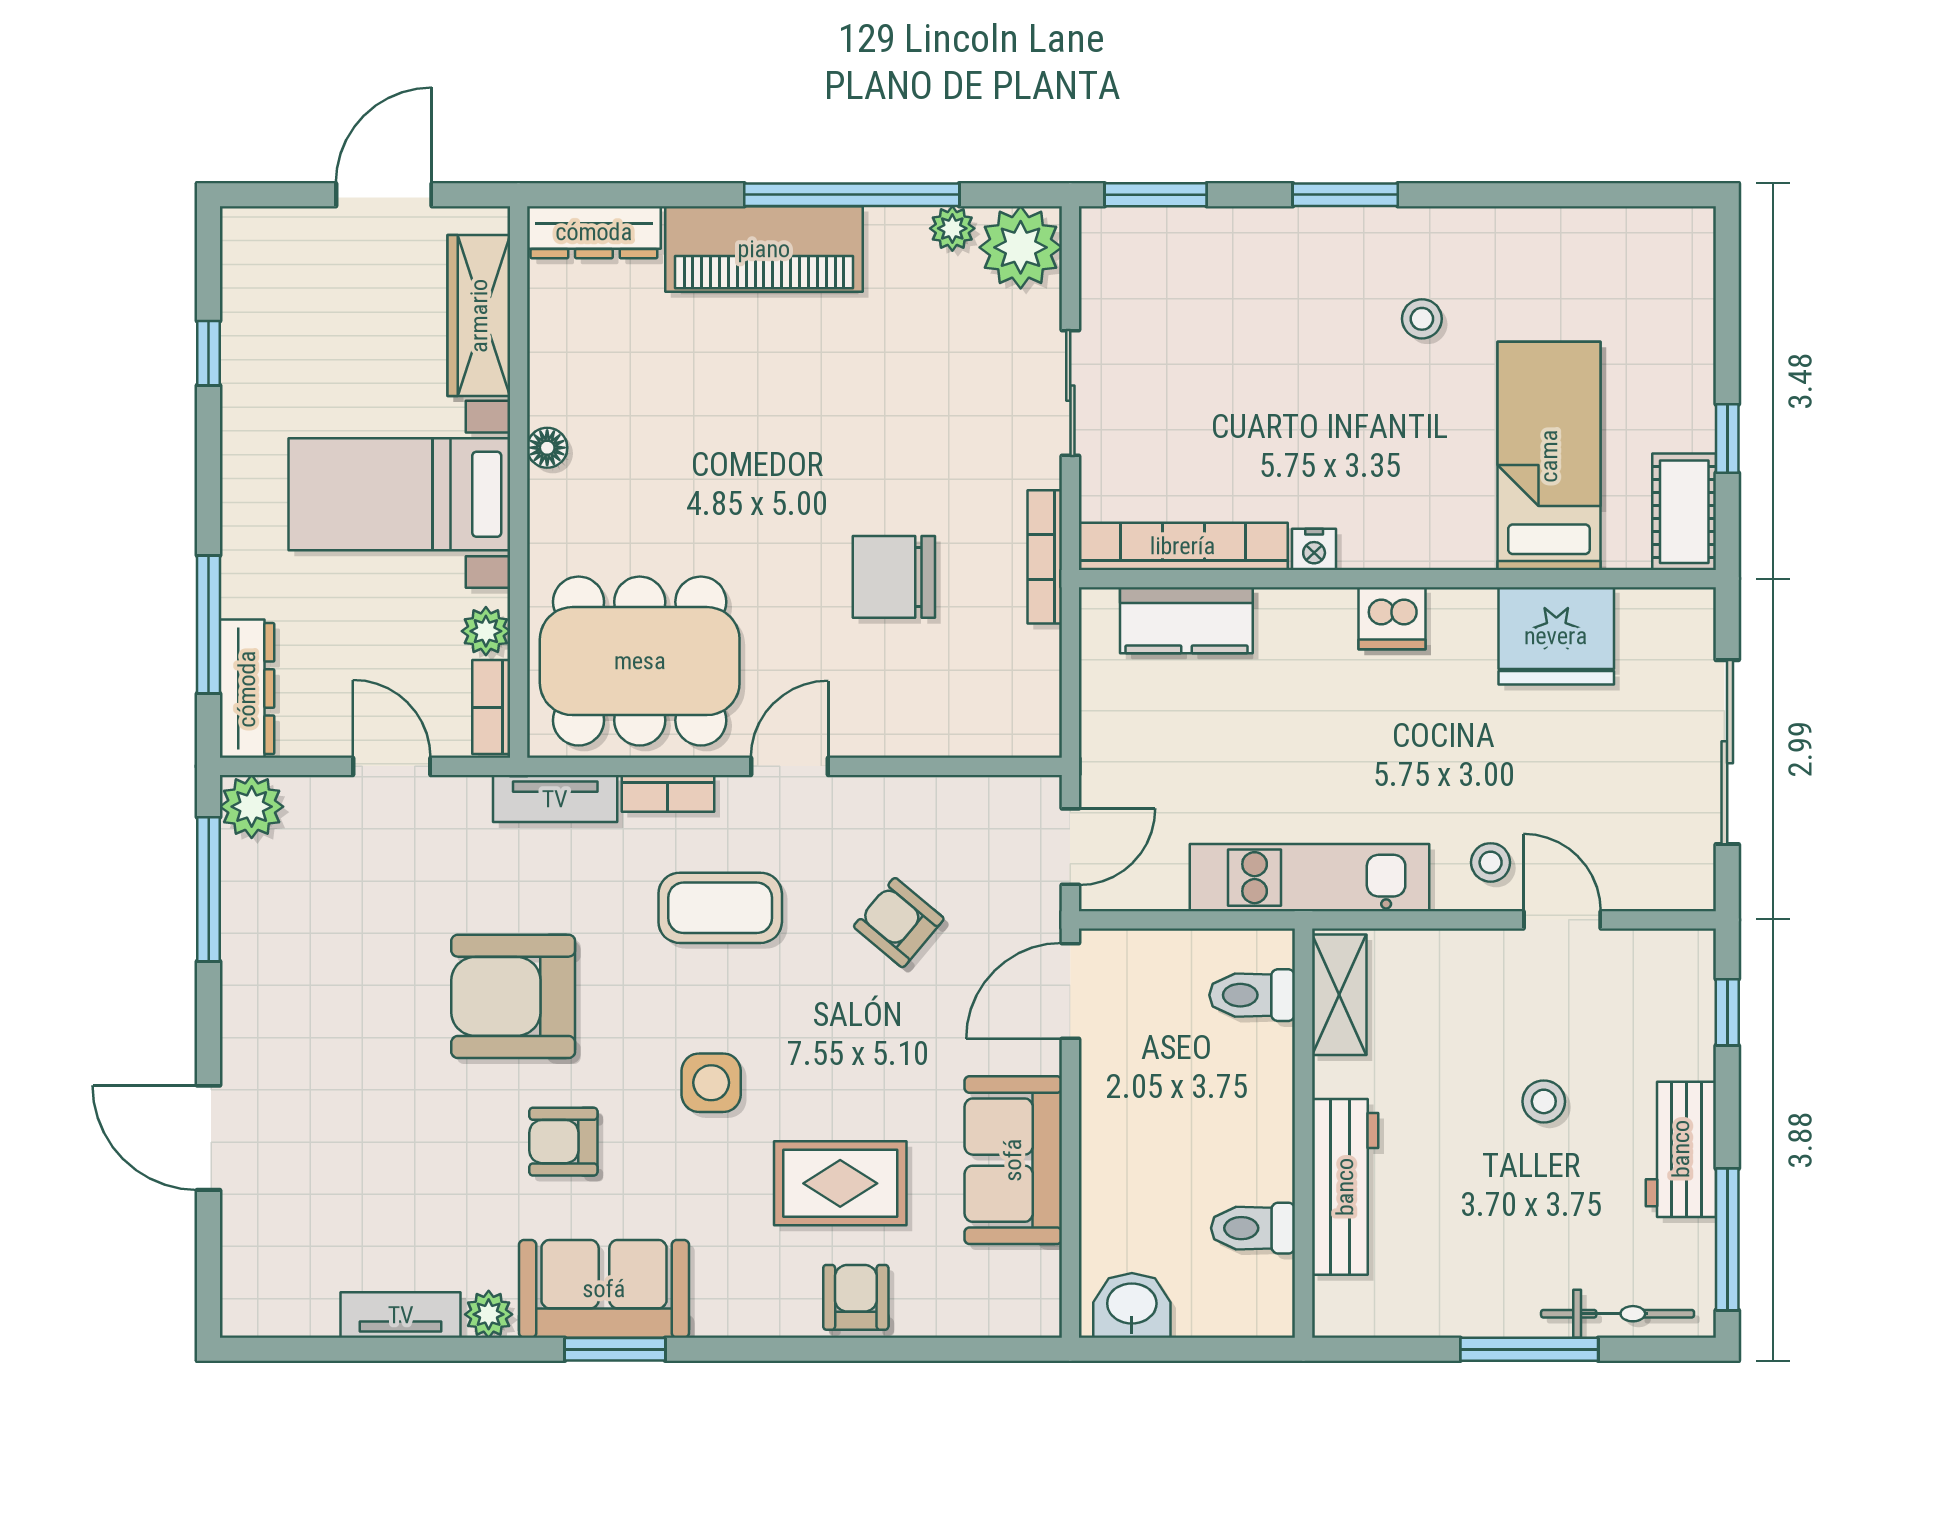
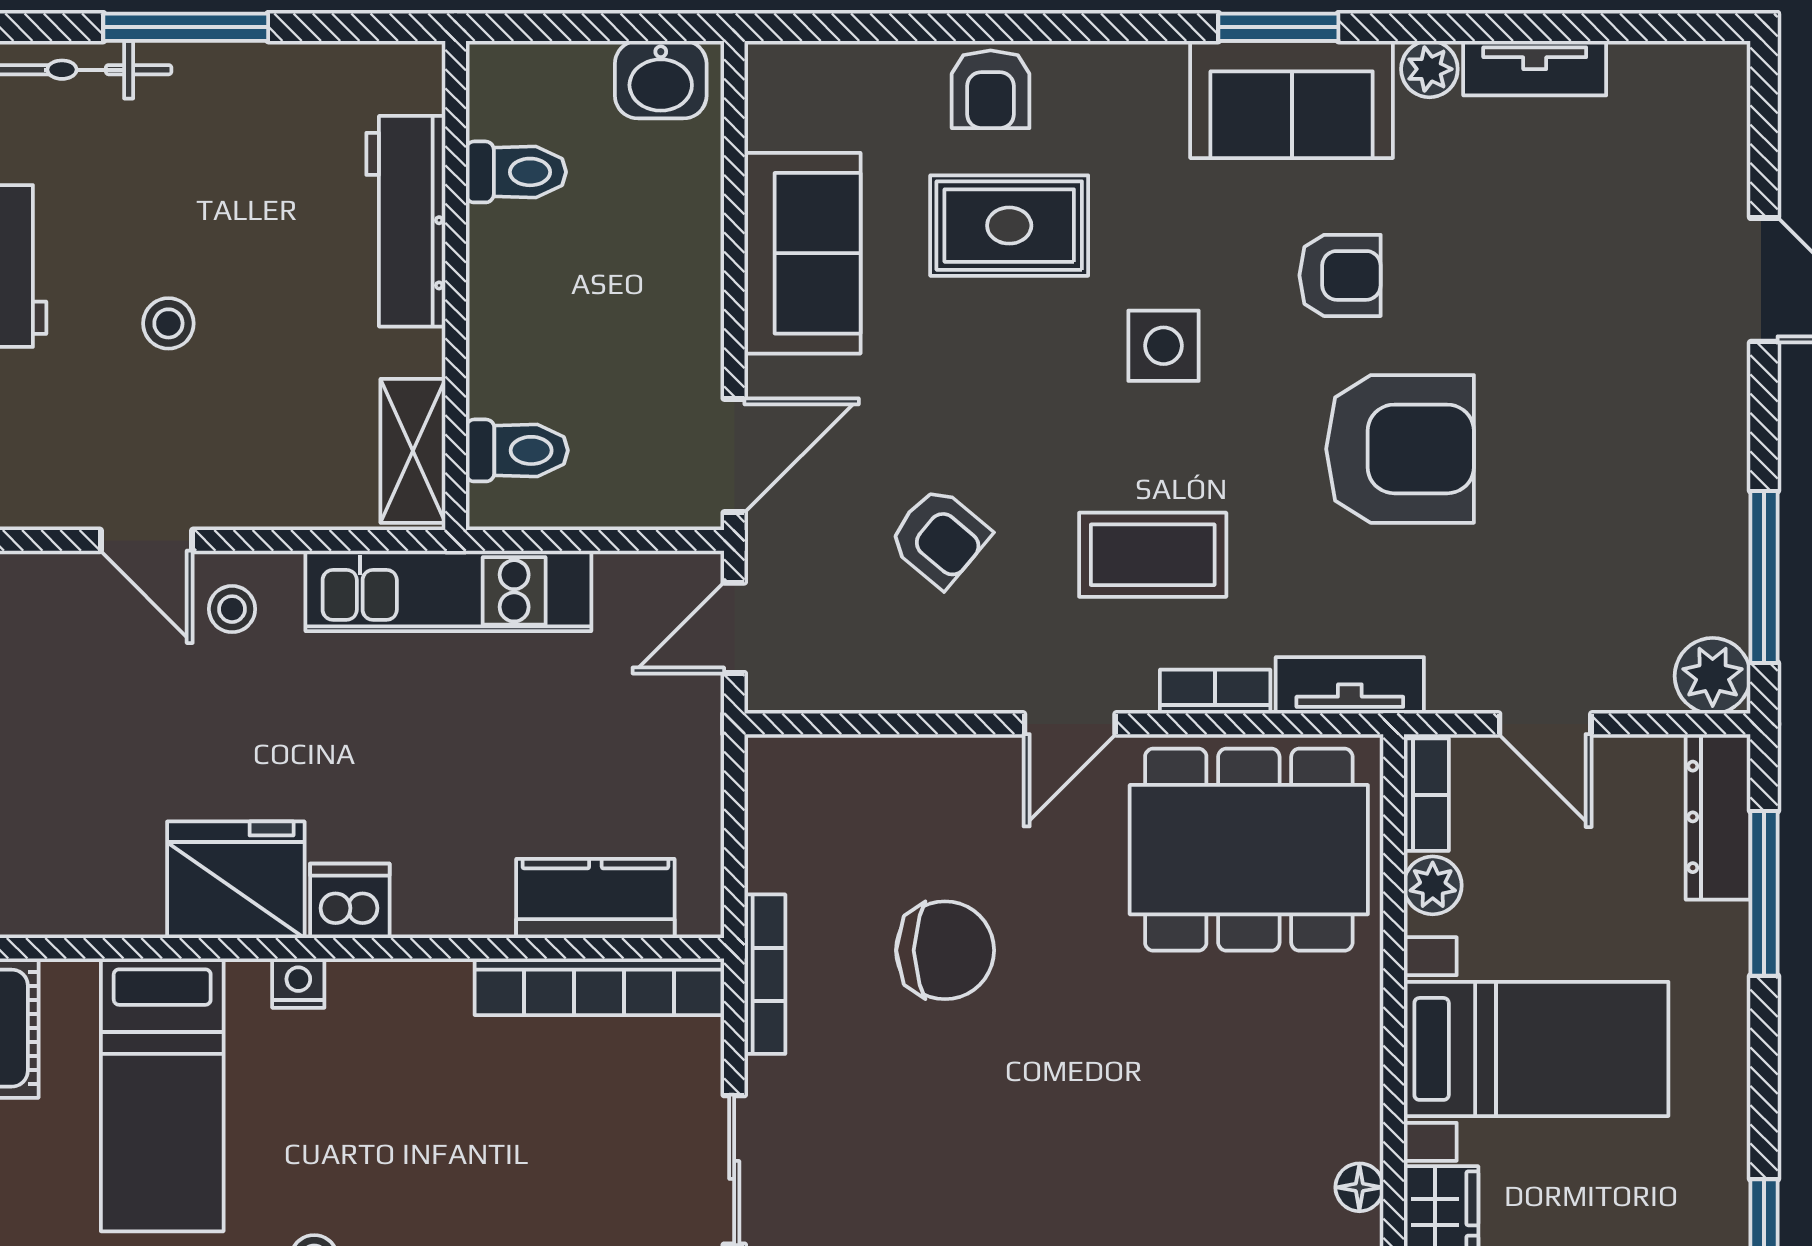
floor lamp: (547, 448) -> (1359, 1187), moved
nightstand: (1314, 549) -> (298, 983), moved
fridge: (1556, 636) -> (236, 880), moved

